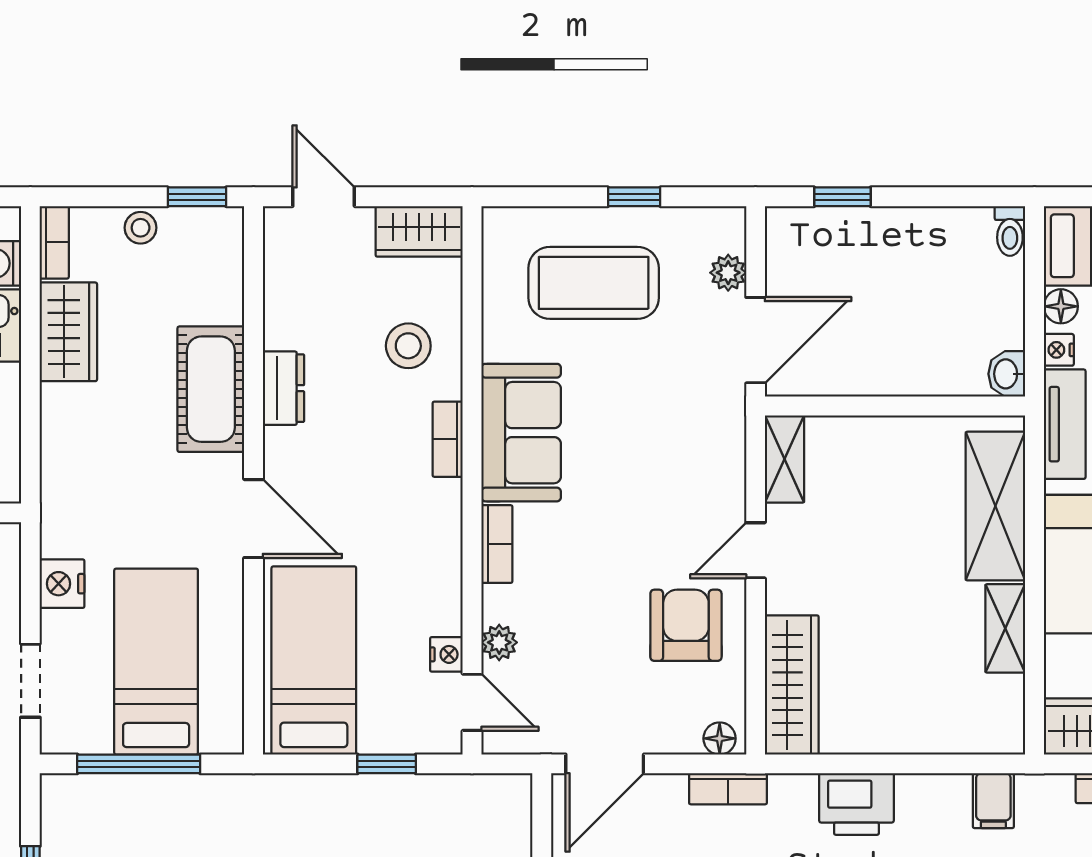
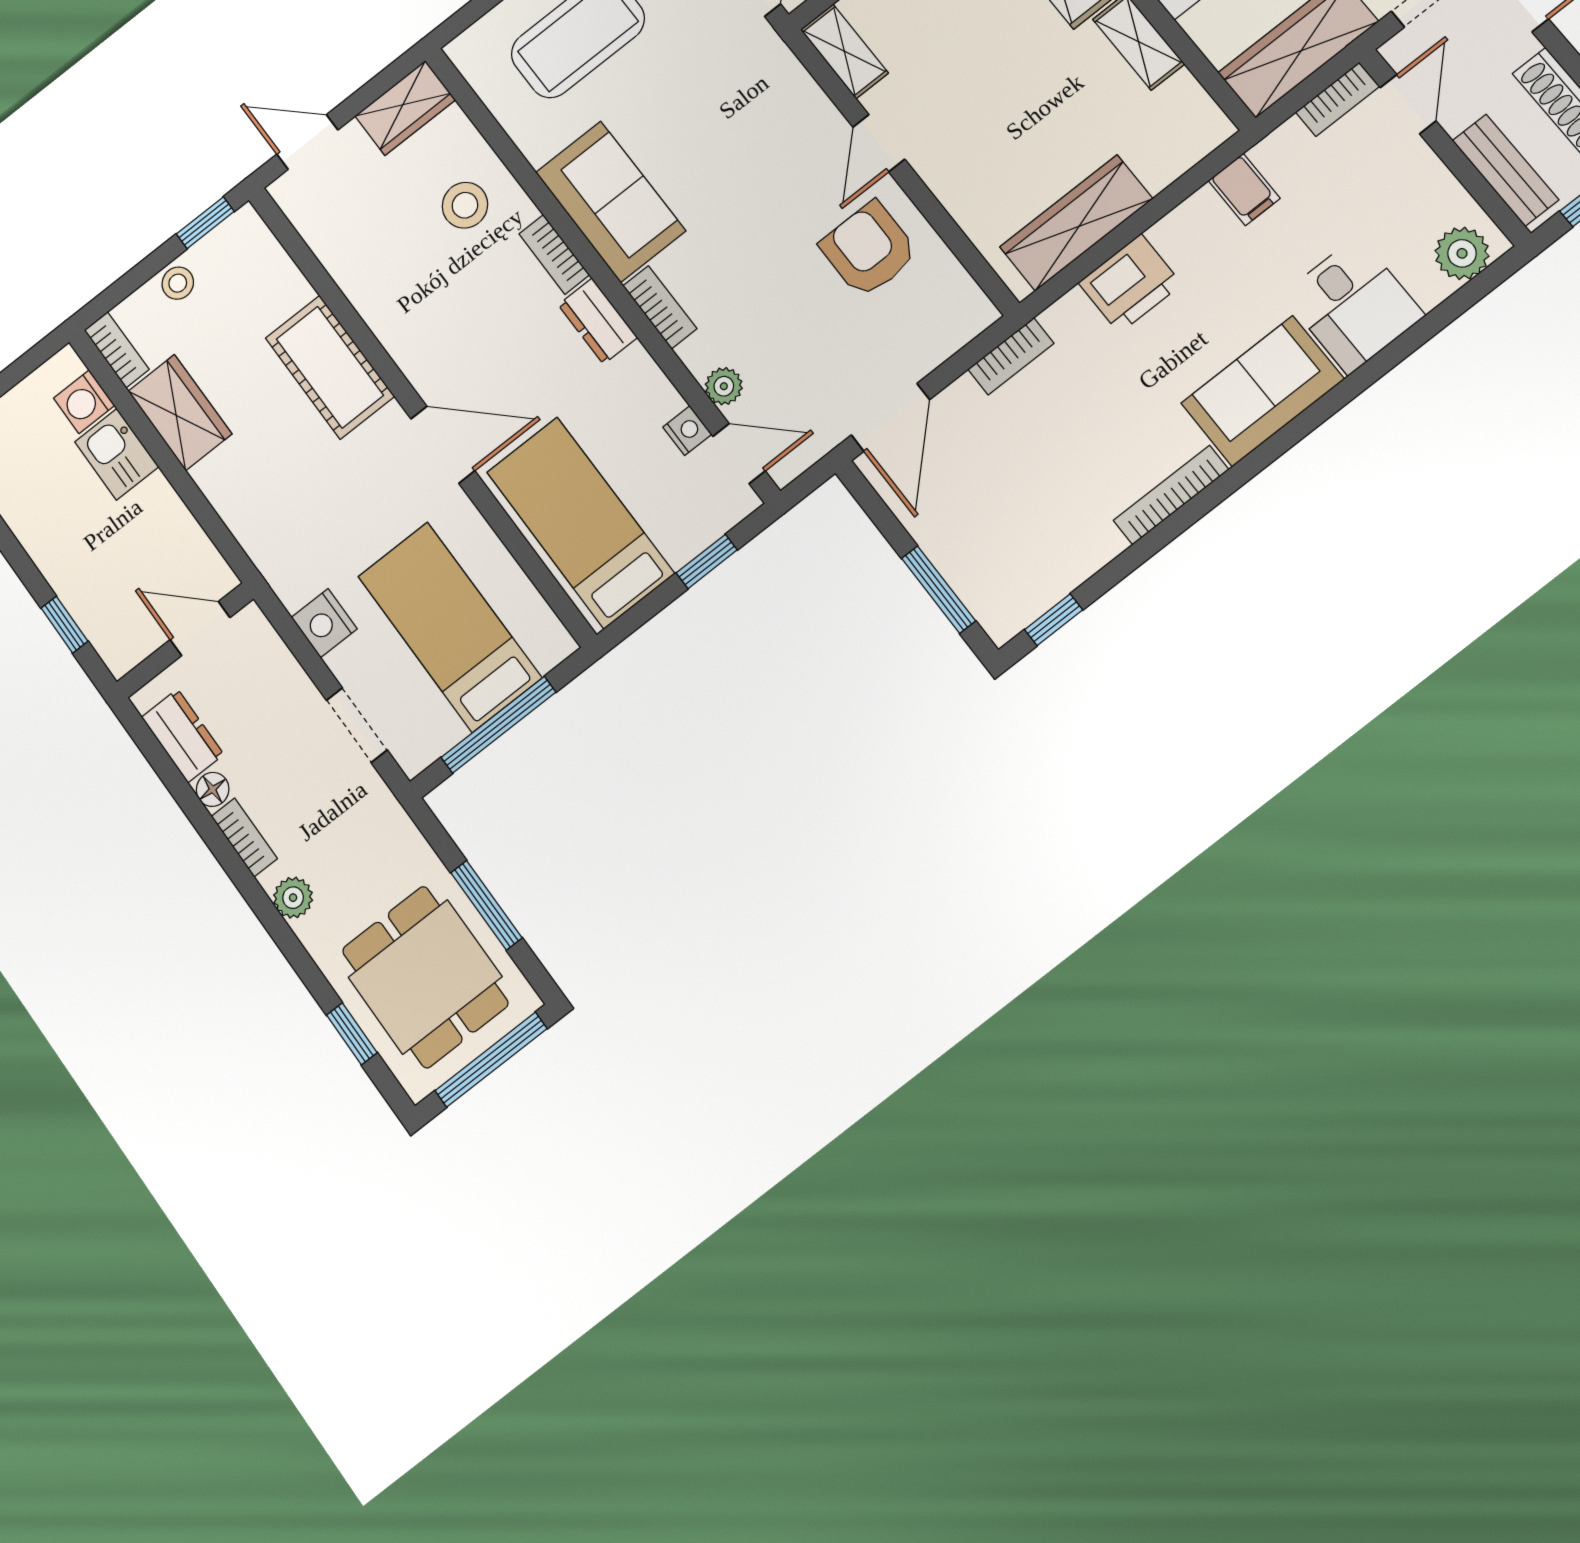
dresser: (283, 388) -> (598, 321), moved, turned 180
wardrobe: (792, 685) -> (1076, 223), moved, turned -90
floor lamp: (720, 738) -> (971, 320), removed

